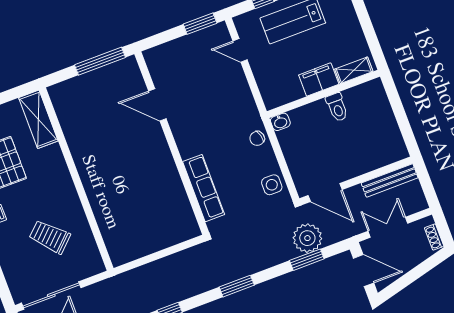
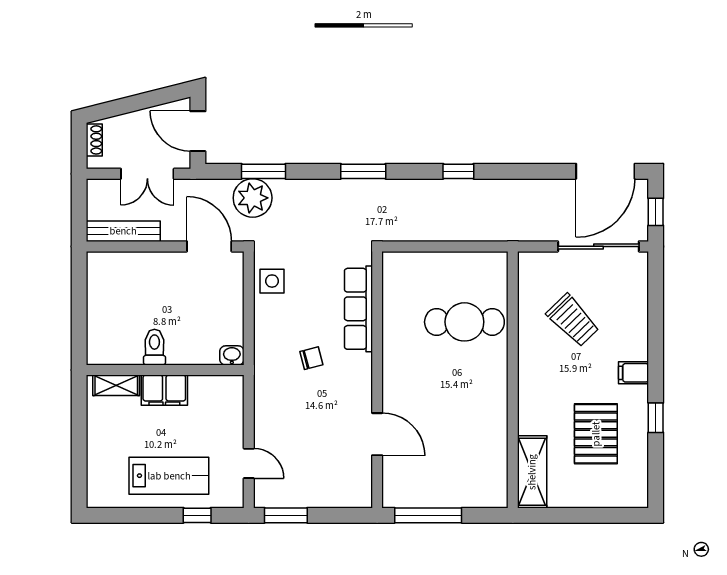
chair: (257, 138) -> (311, 358), moved
cafe table: (126, 207) -> (464, 322), added

